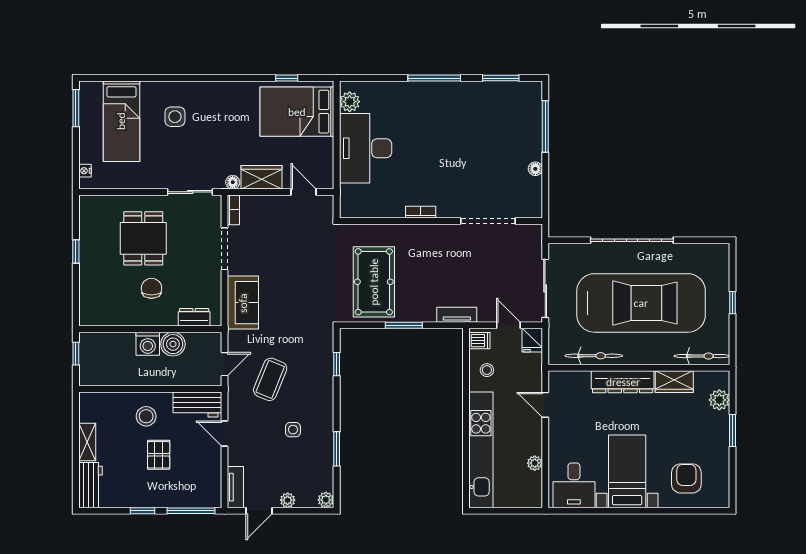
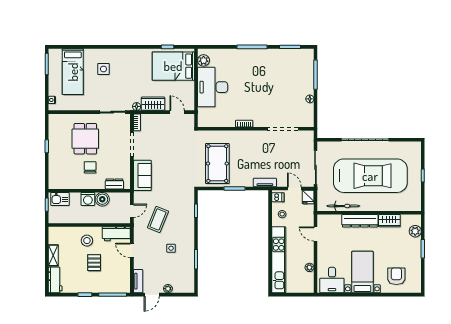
kitchen sink: (99, 344) -> (60, 199), added
bicycle: (702, 356) -> (405, 206), removed
plant: (326, 500) -> (190, 288), removed

